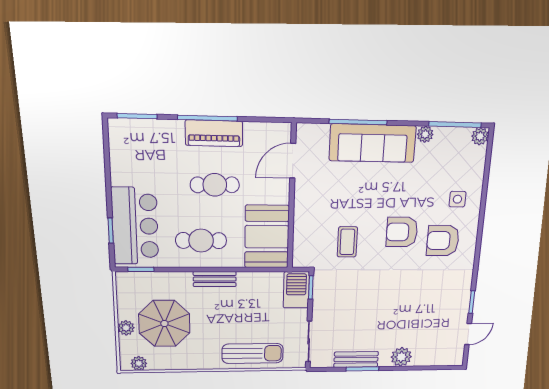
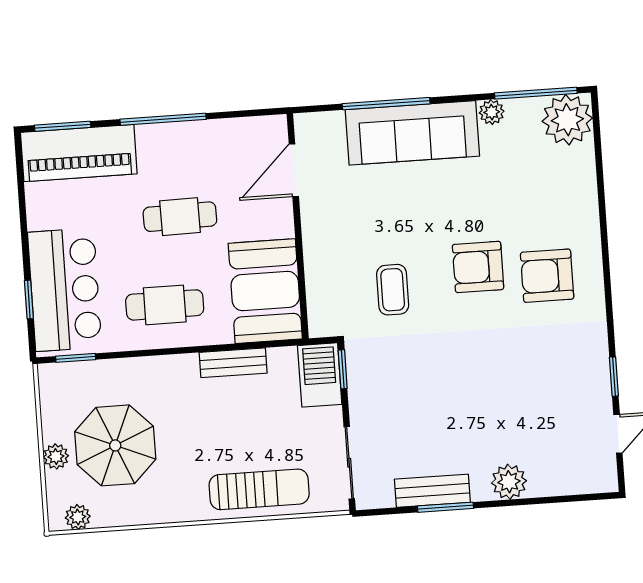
piano: (214, 133) -> (79, 153), moved, width x1.37, depth x1.33
plant: (480, 136) -> (567, 120), width x1.88, depth x1.88
side table: (457, 199) -> (560, 207), removed
bench: (215, 279) -> (233, 363), moved

